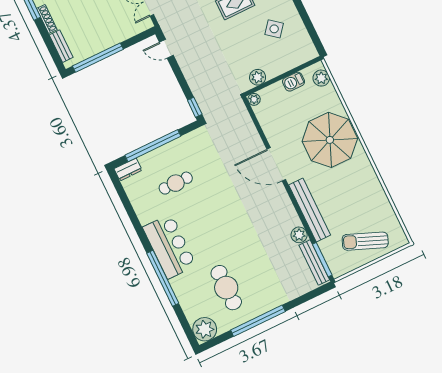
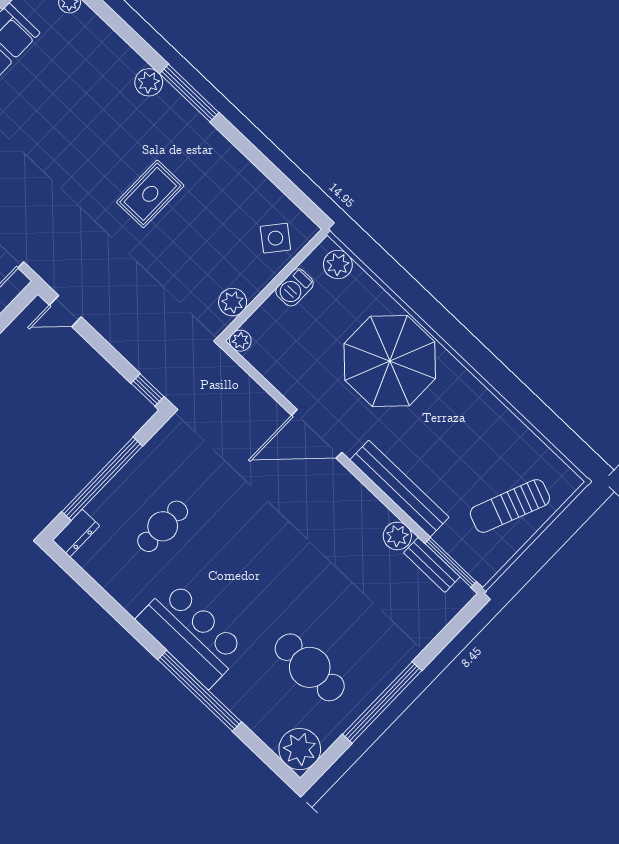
side table: (274, 29) -> (275, 238), moved
bench: (314, 262) -> (432, 565), width x0.73

